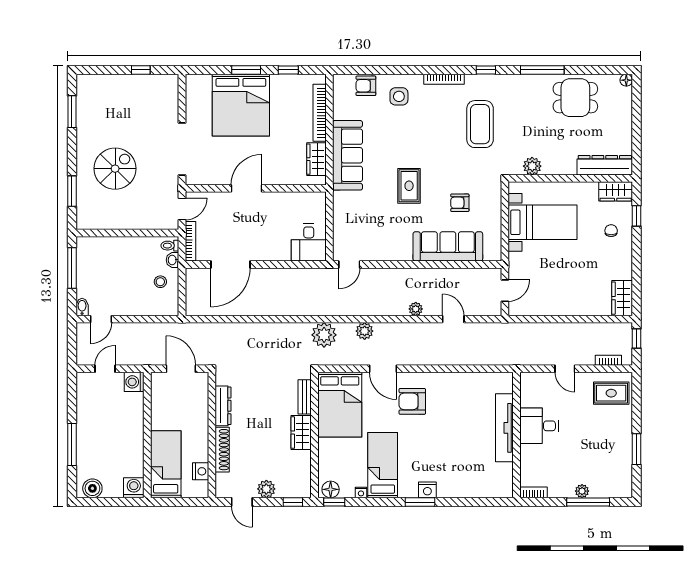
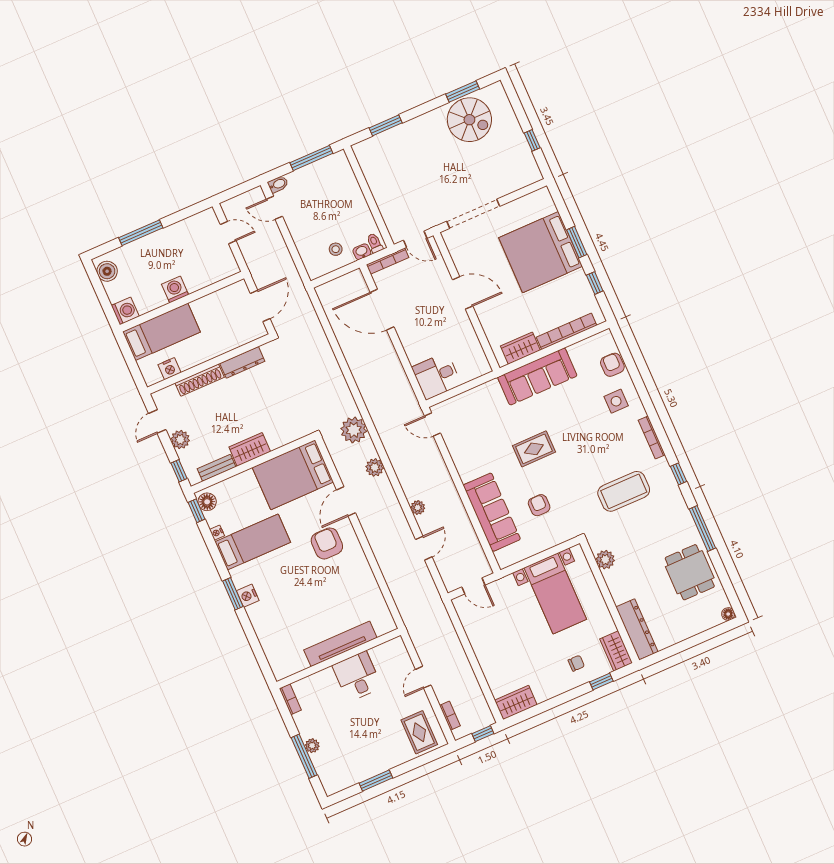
spiral stairs: (115, 169) -> (469, 120), moved
washing machine: (134, 382) -> (175, 289), moved
bench: (305, 397) -> (217, 468), moved

